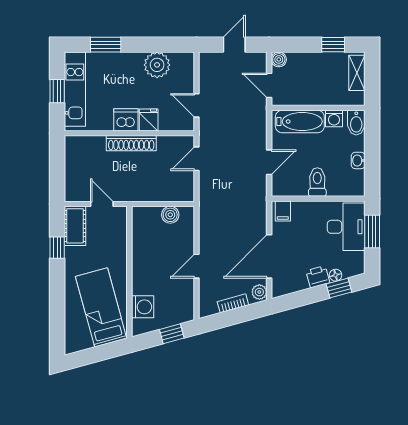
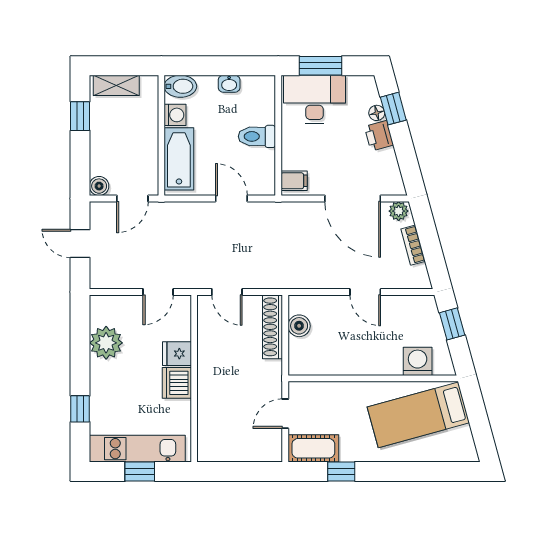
window: (106, 45) -> (80, 409), width x0.67
shoe rack: (131, 143) -> (273, 327), moved, turned 180

